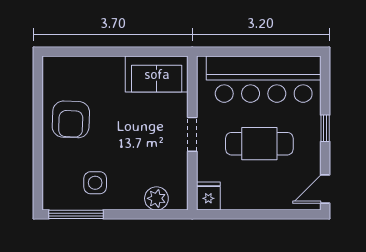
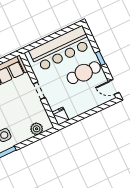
cafe table: (259, 144) -> (84, 73), moved
door: (325, 189) -> (114, 87), hinge flipped

